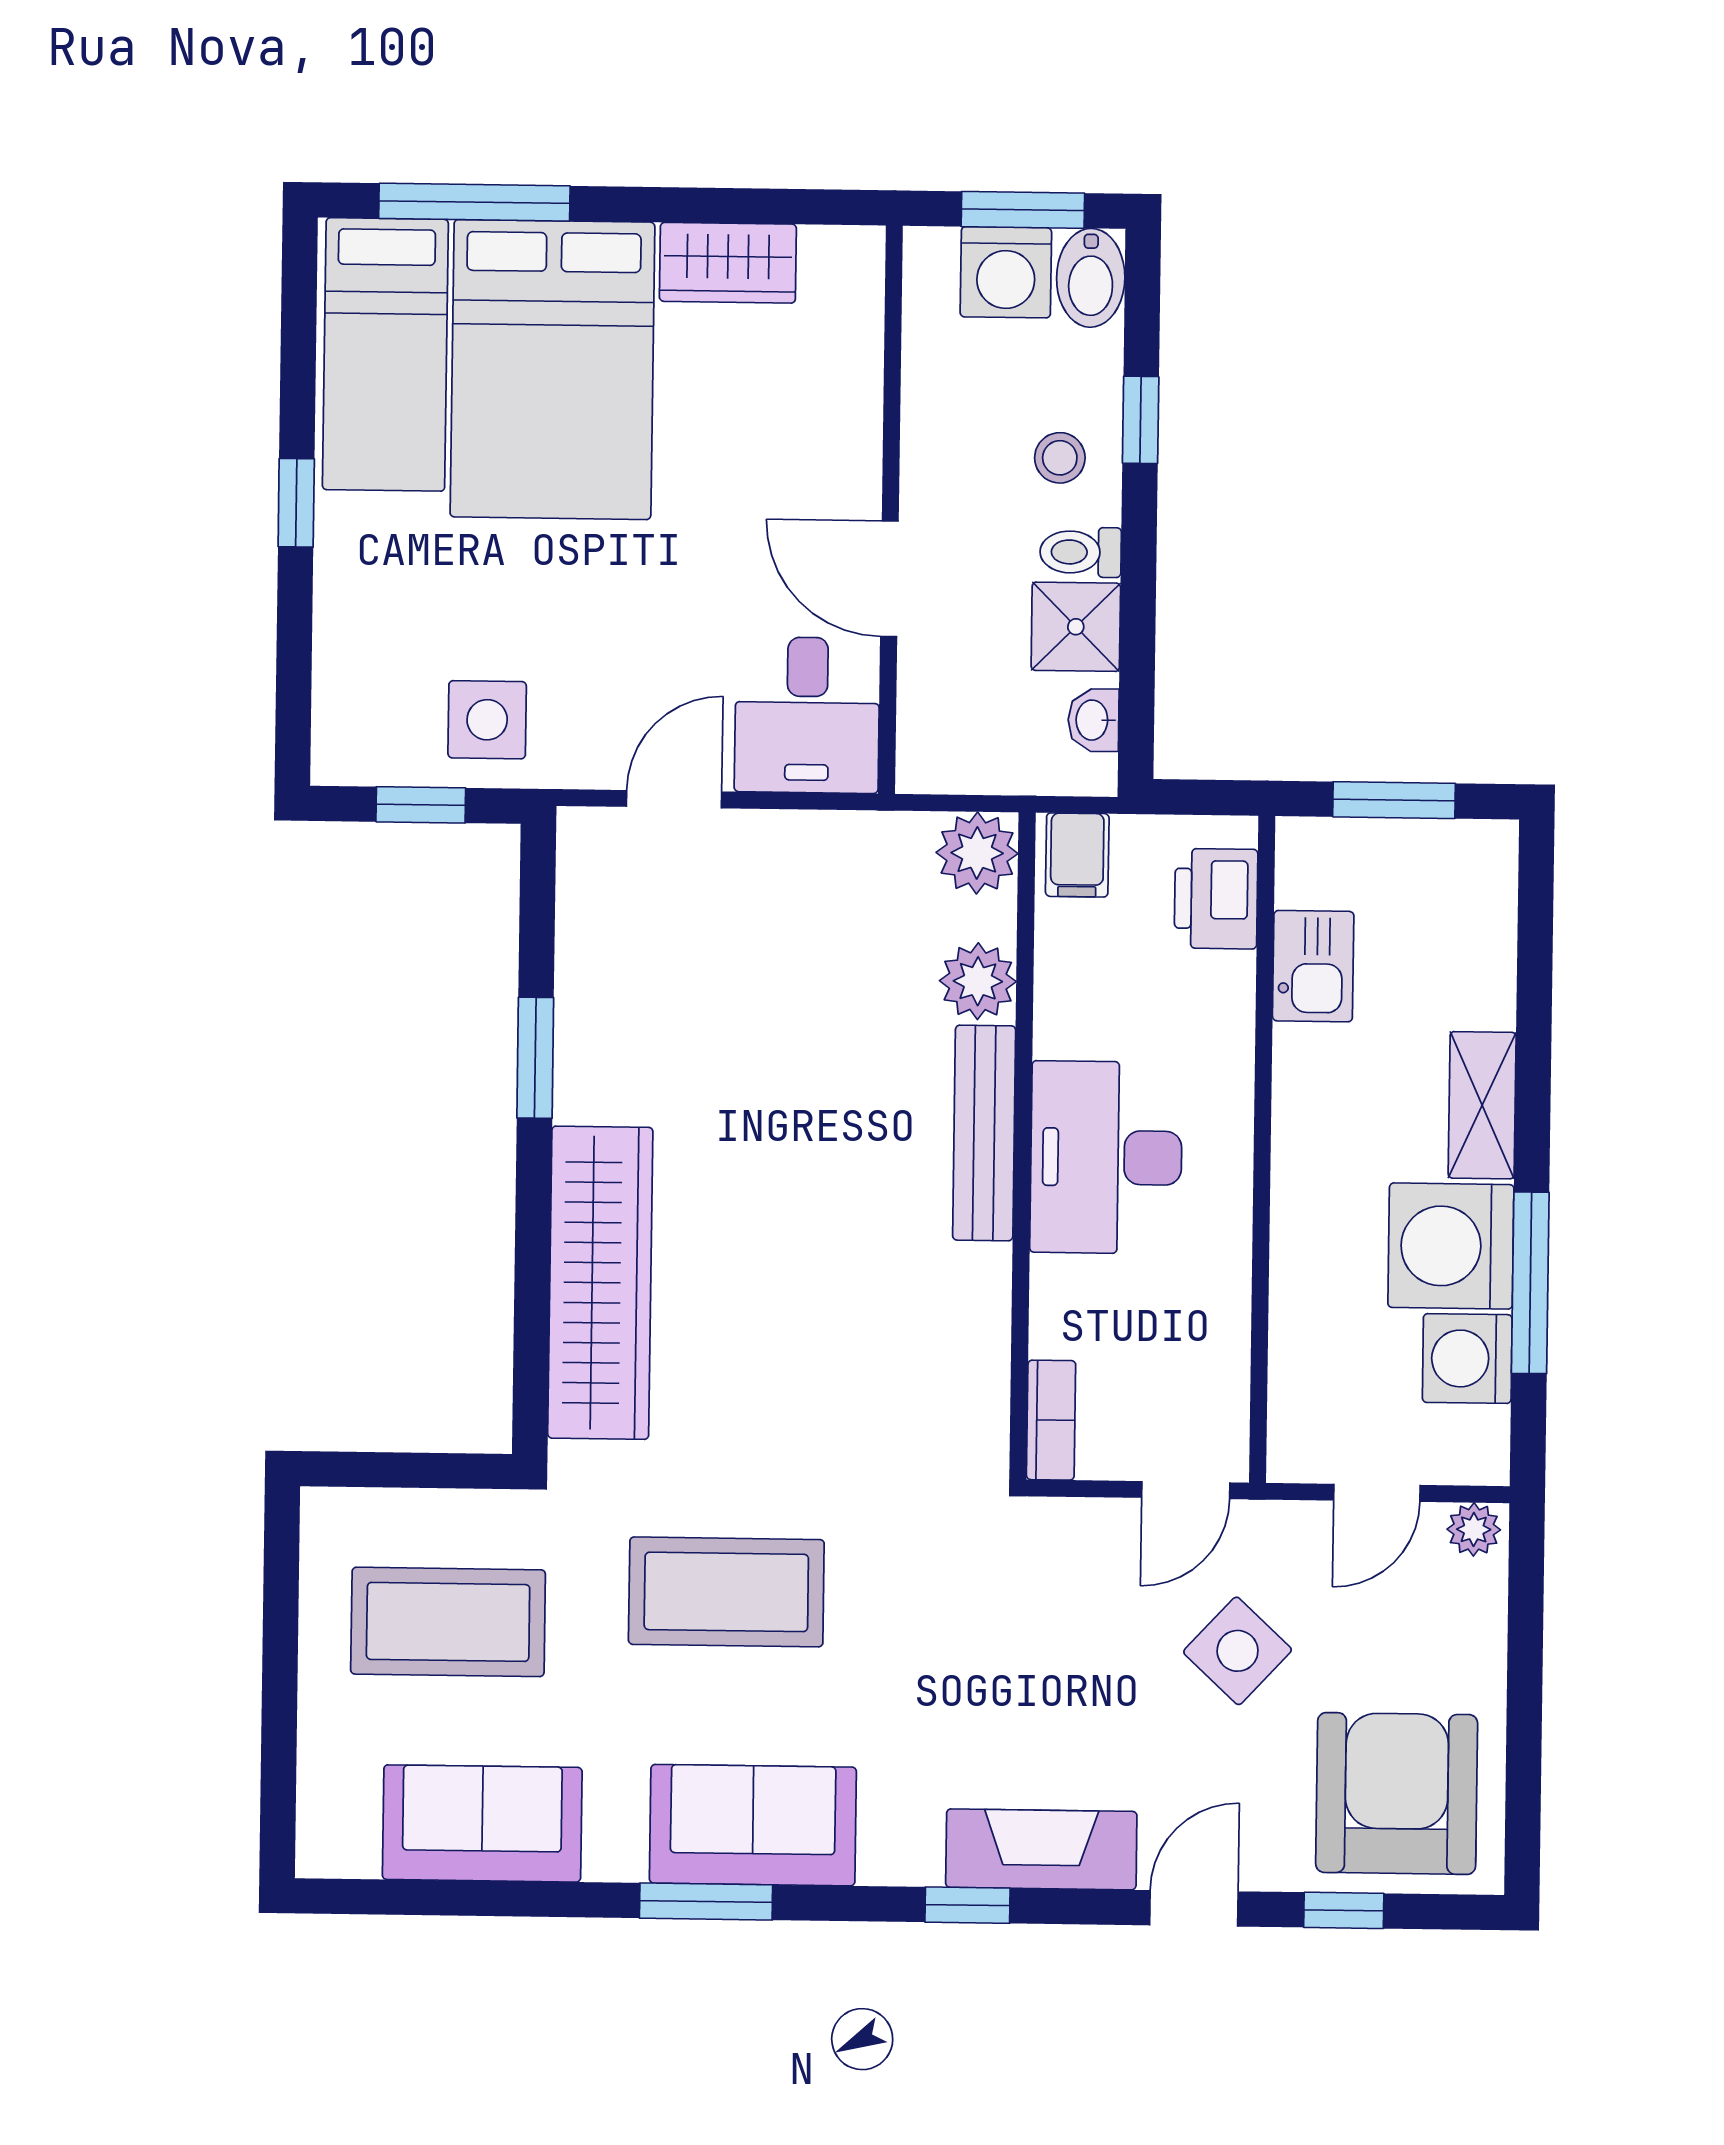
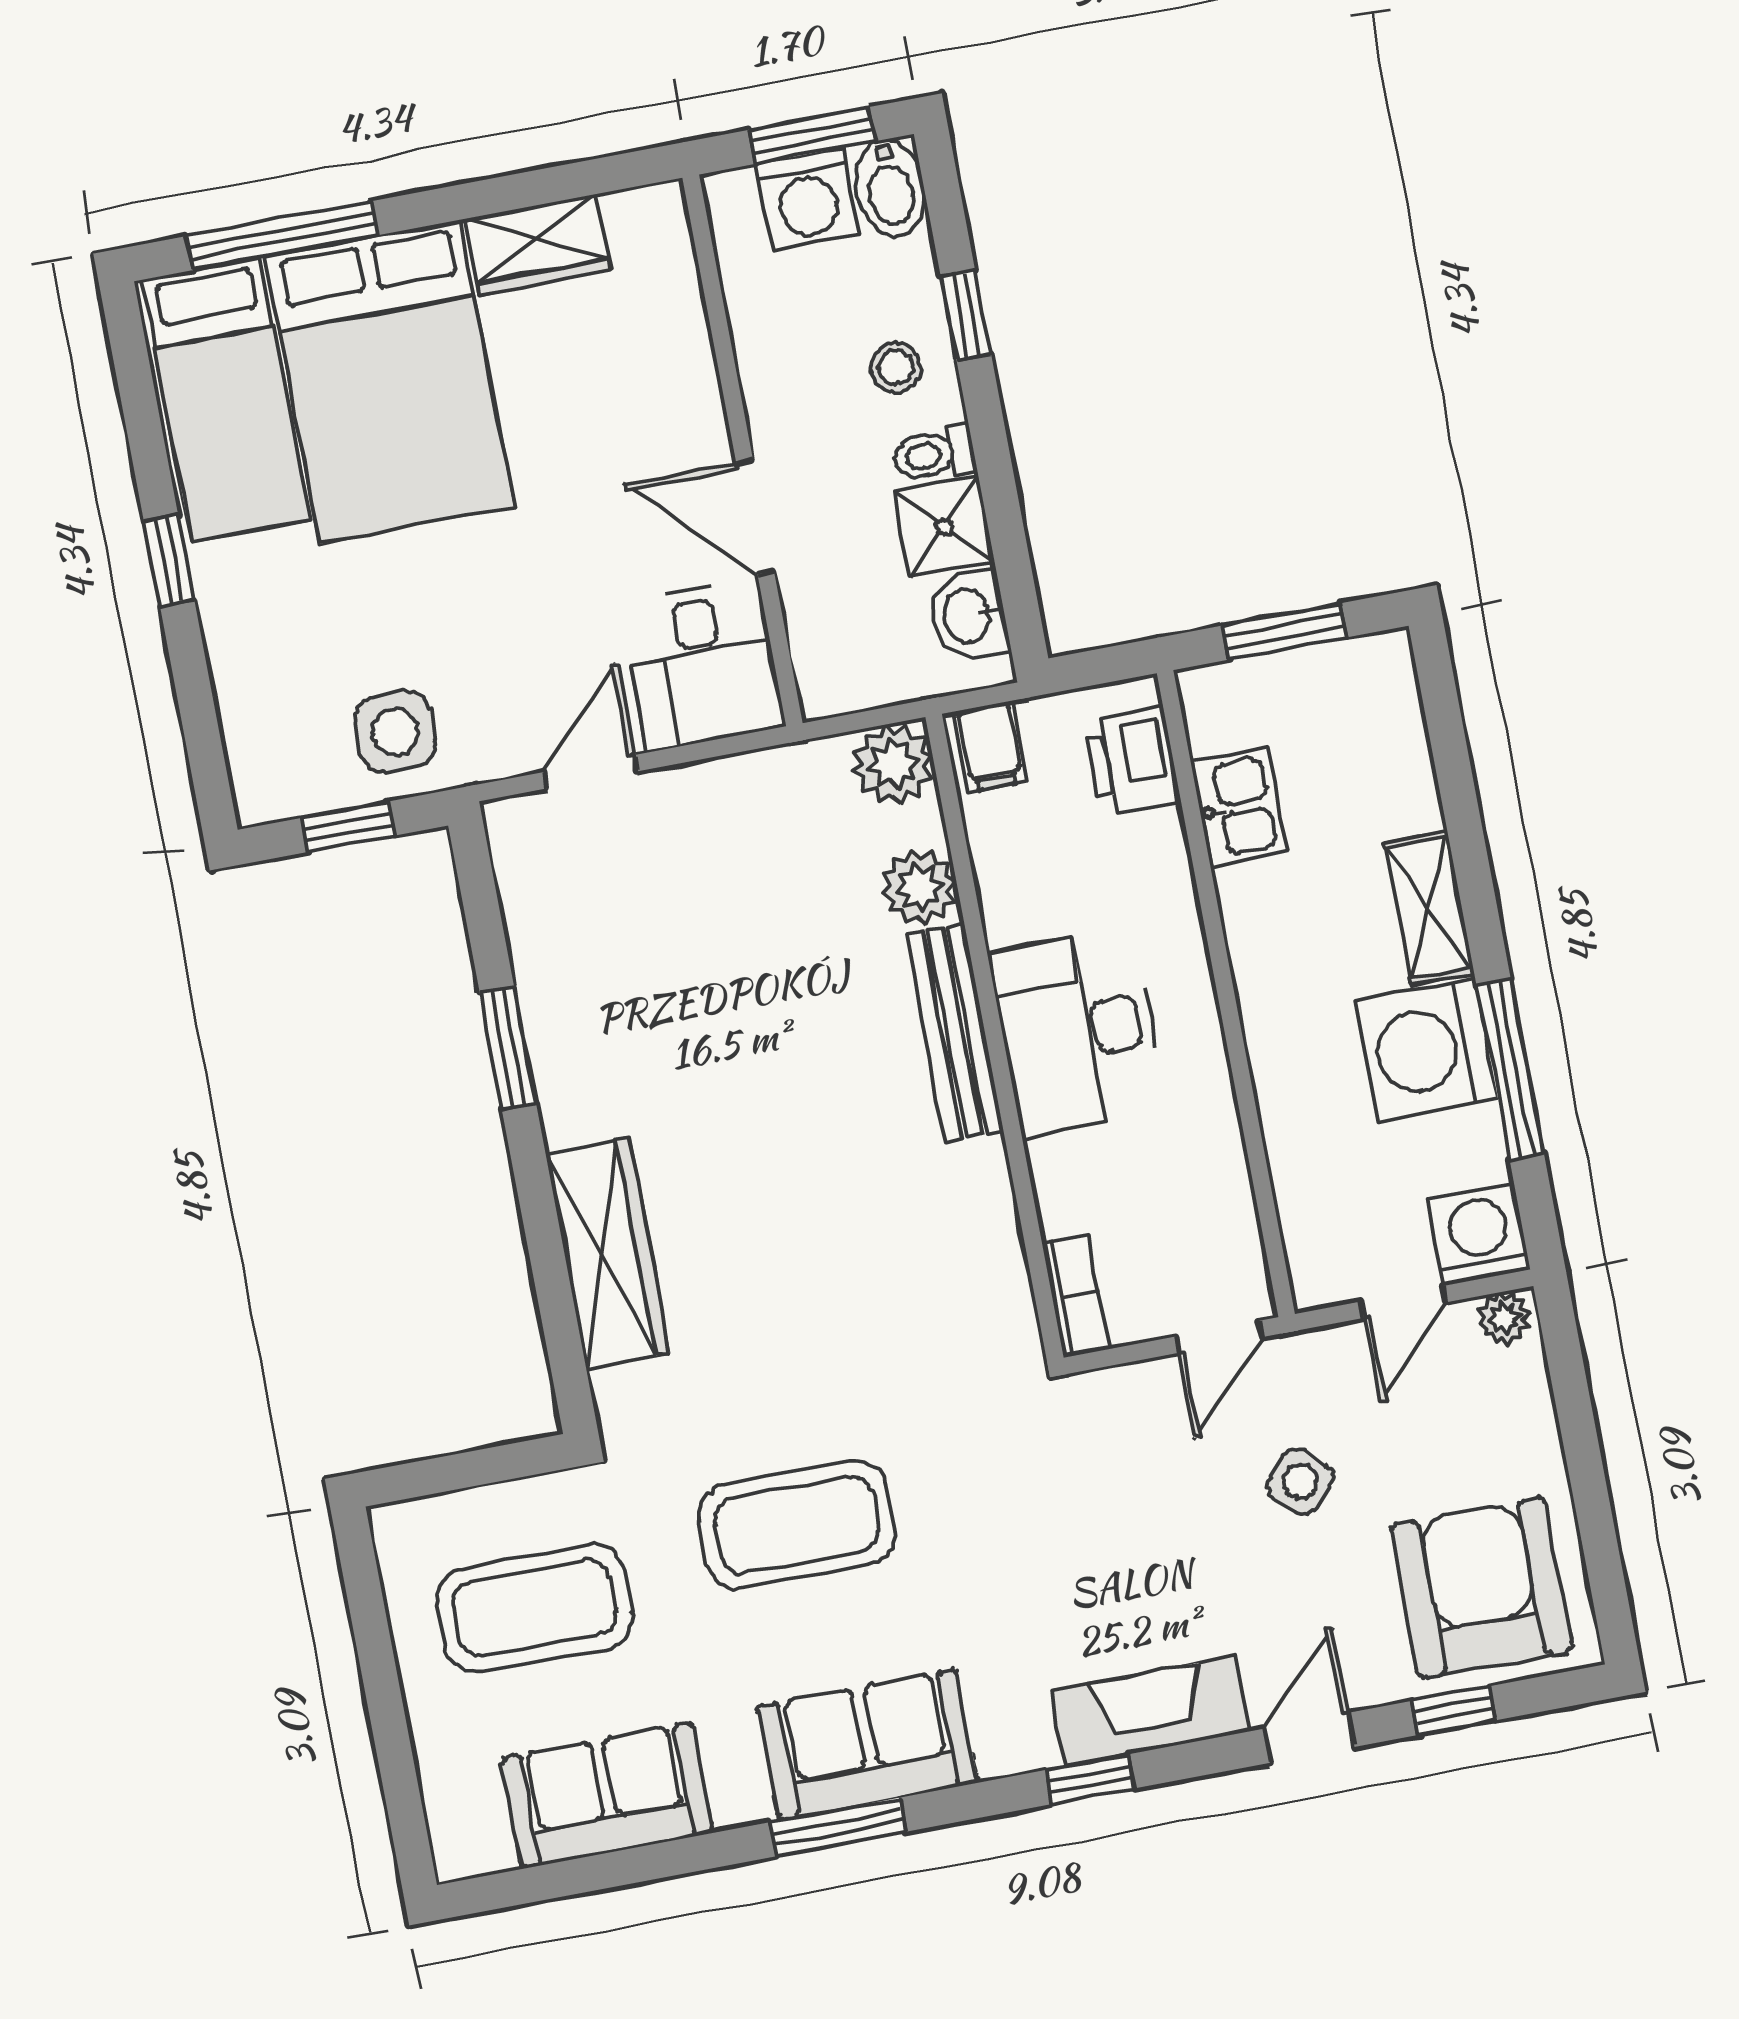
washbasin: (1093, 720) -> (968, 615), width x1.38, depth x1.45
wardrobe: (600, 1283) -> (607, 1253), width x0.71, depth x0.85
washing machine: (1467, 1359) -> (1479, 1235), moved, turned 90
side table: (1238, 1651) -> (1300, 1481), width x0.73, depth x0.73

